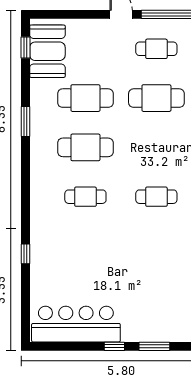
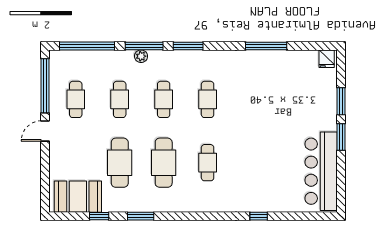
window: (25, 48) -> (99, 216), moved
cafe table: (156, 98) -> (120, 99), width x0.73, depth x0.74
cafe table: (156, 147) -> (164, 99), added
window: (114, 346) -> (341, 137), width x1.50

